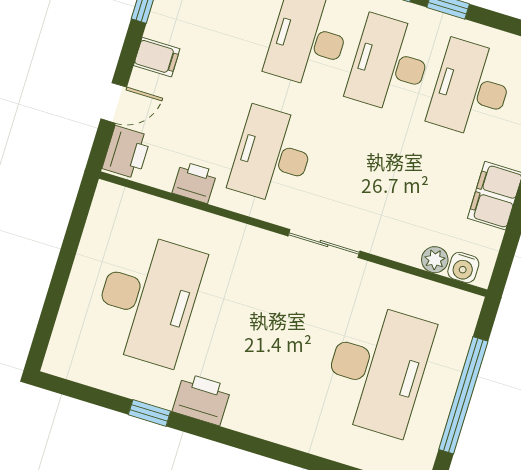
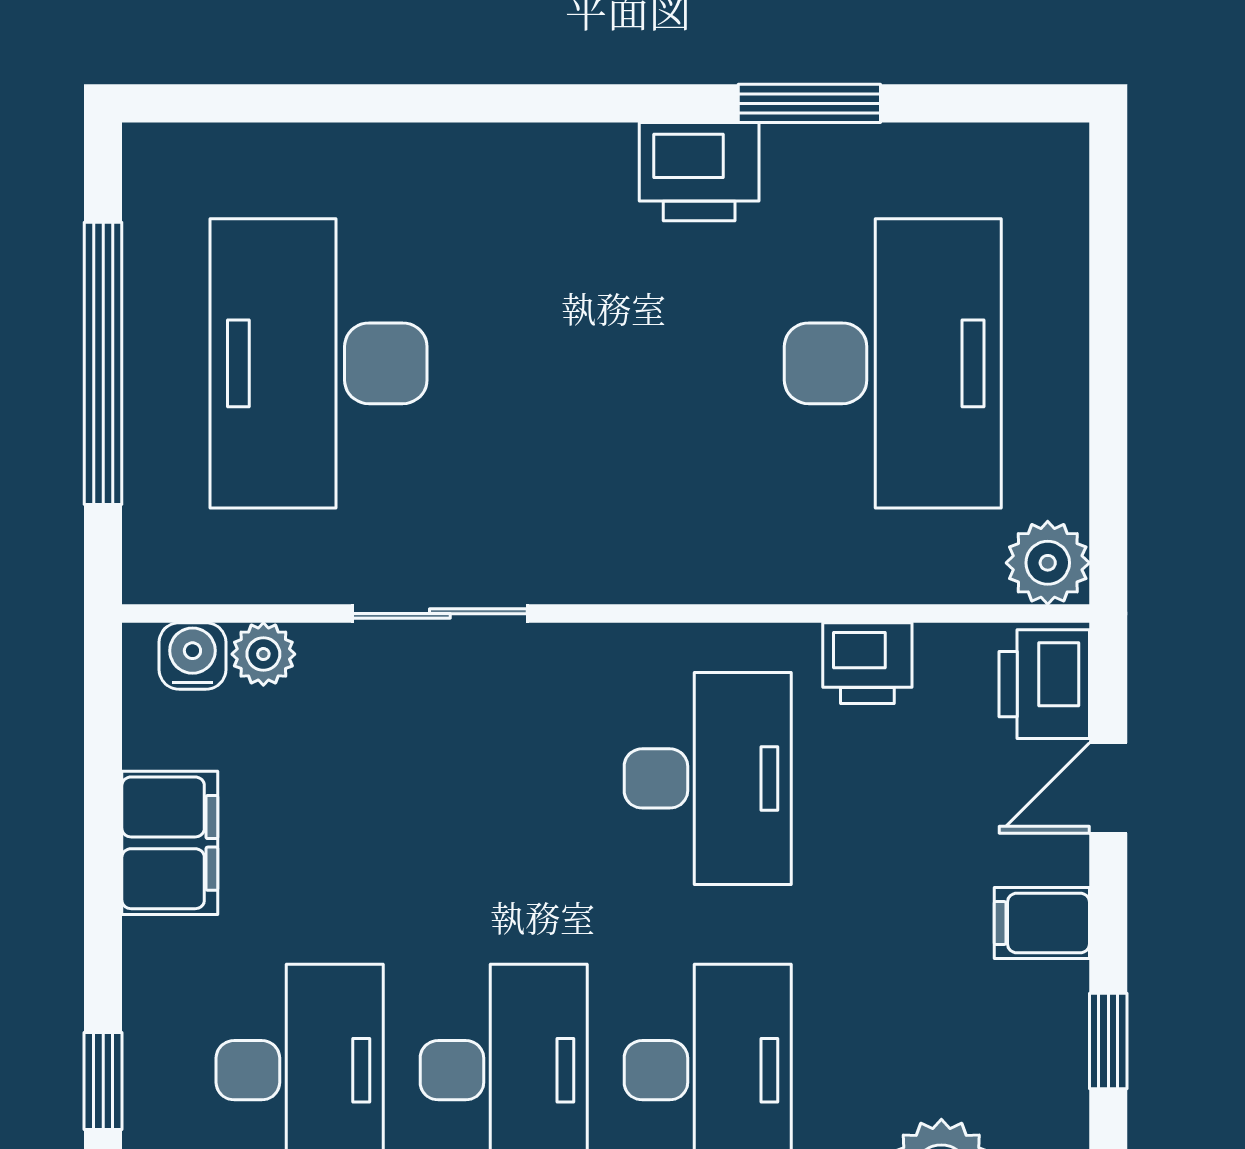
plant: (110, 200) -> (1048, 563), added
sliding door: (324, 243) -> (440, 614), moved
desk: (148, 299) -> (893, 363), turned 180
window: (149, 413) -> (809, 103), width x1.50

